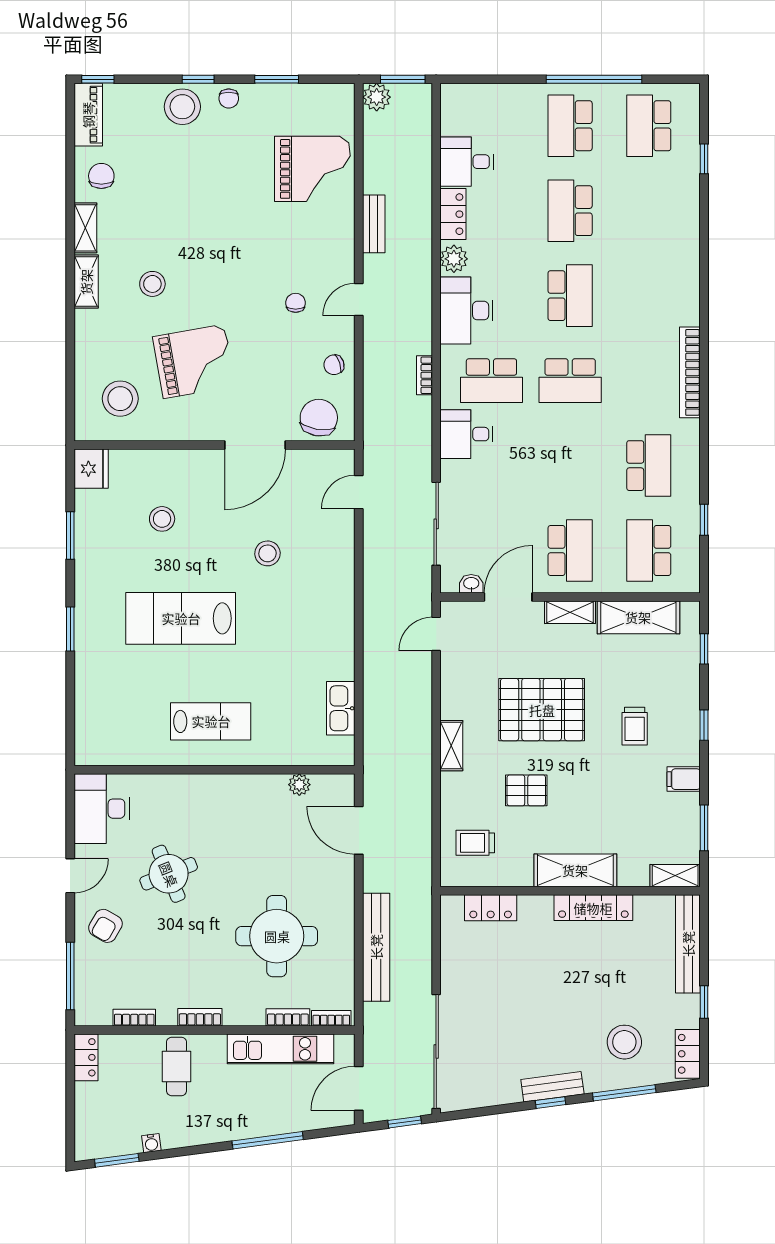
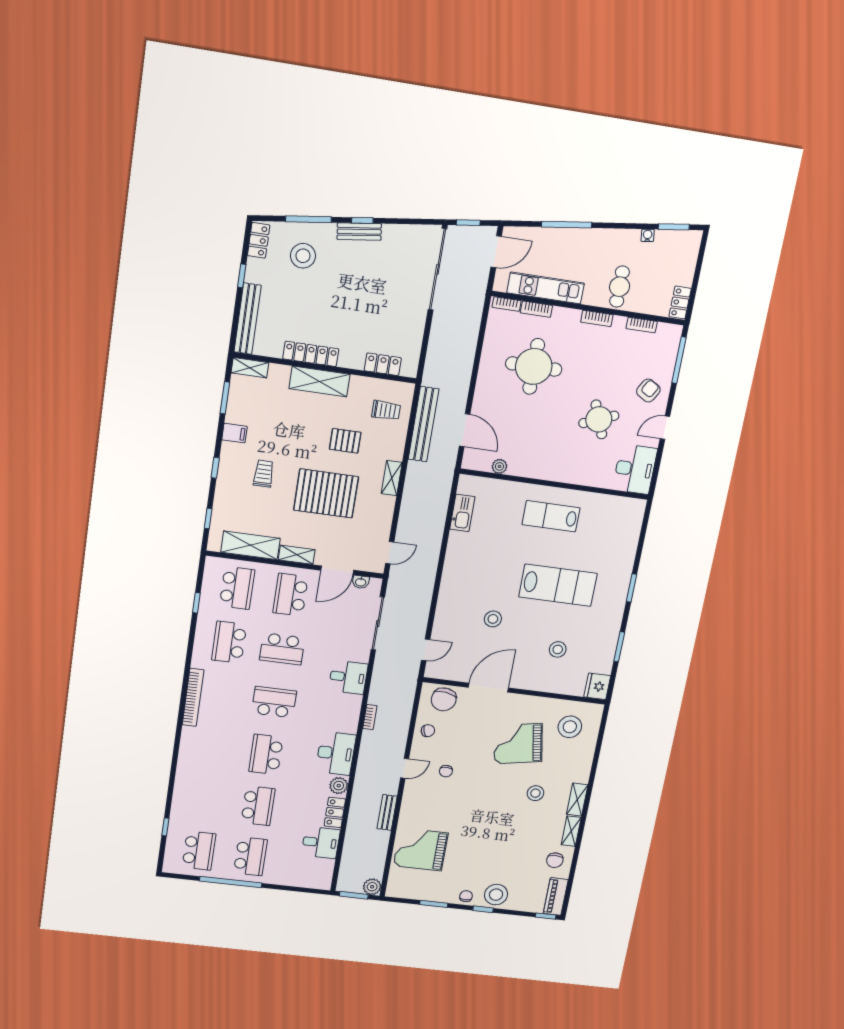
school desk: (491, 381) -> (282, 649), moved, turned 180
bench: (376, 947) -> (424, 424), moved

